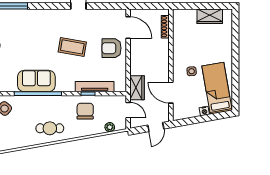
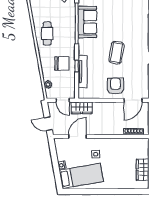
door: (128, 110) -> (63, 100), hinge flipped

